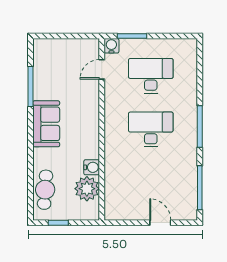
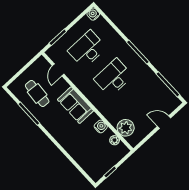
water cooler: (111, 46) -> (93, 14), moved
sofa: (46, 124) -> (75, 105), moved, turned 180
plant: (87, 189) -> (115, 140), width x0.53, depth x0.53
cafe table: (45, 190) -> (37, 93), moved
plant: (116, 192) -> (126, 128), added

